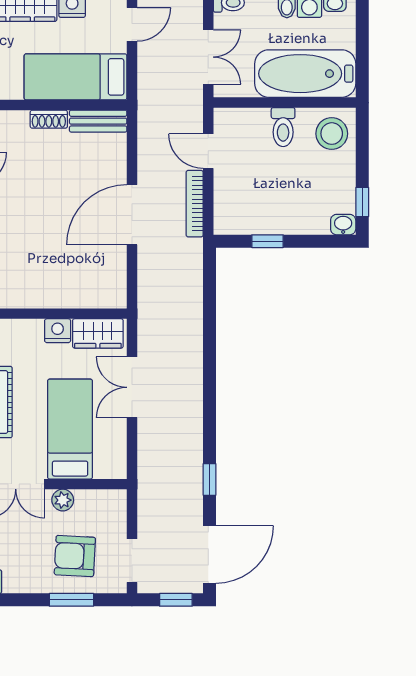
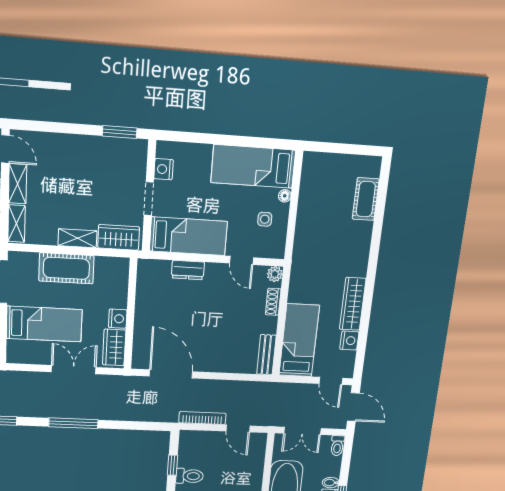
shoe rack: (49, 119) -> (273, 302), moved
toilet: (283, 127) -> (190, 476), moved, turned 180
door: (208, 151) -> (238, 428), swing flipped
door: (132, 215) -> (171, 374), moved
window: (210, 385) -> (73, 423), added

